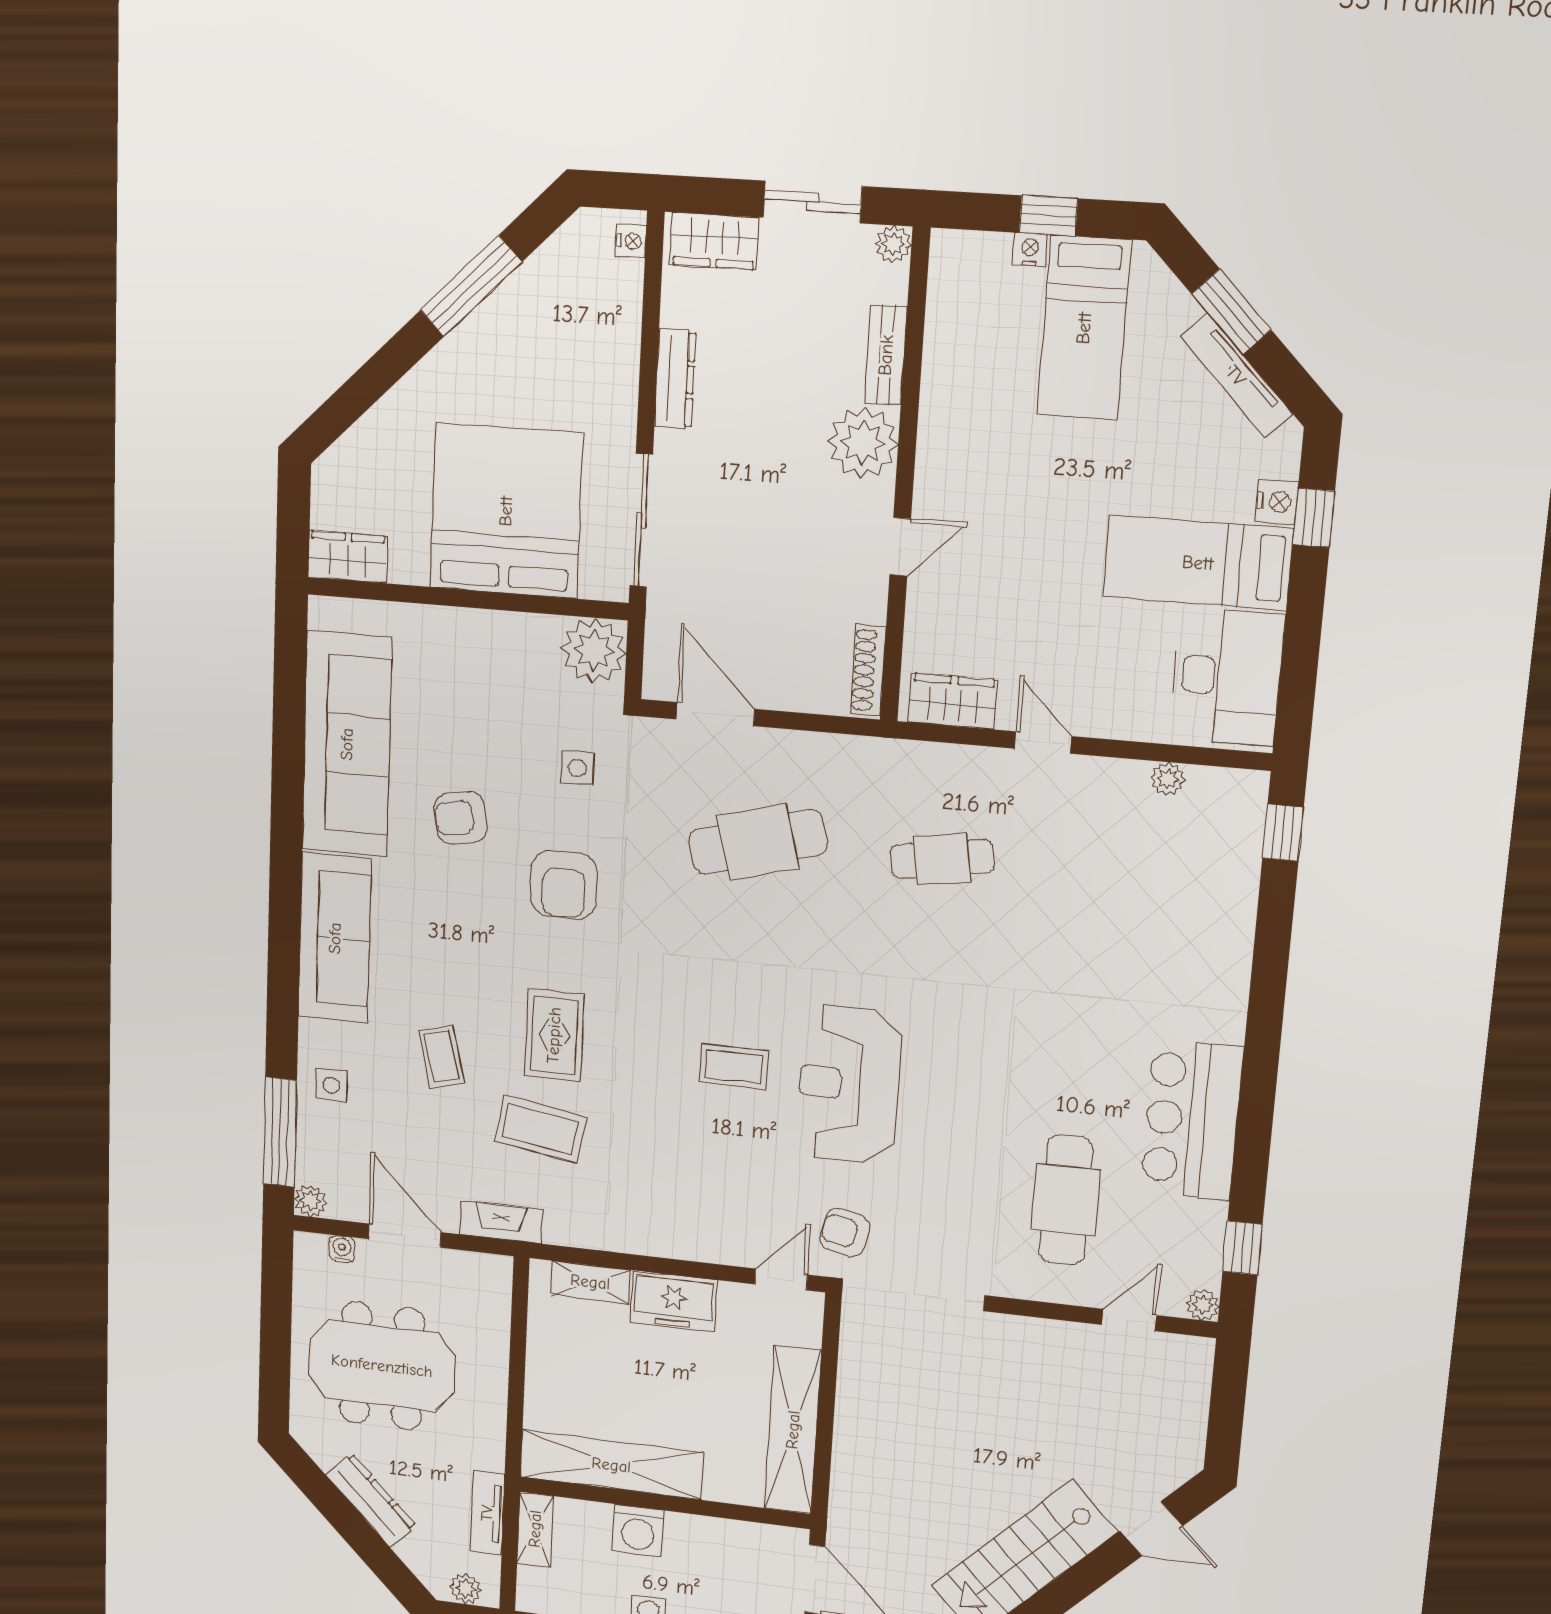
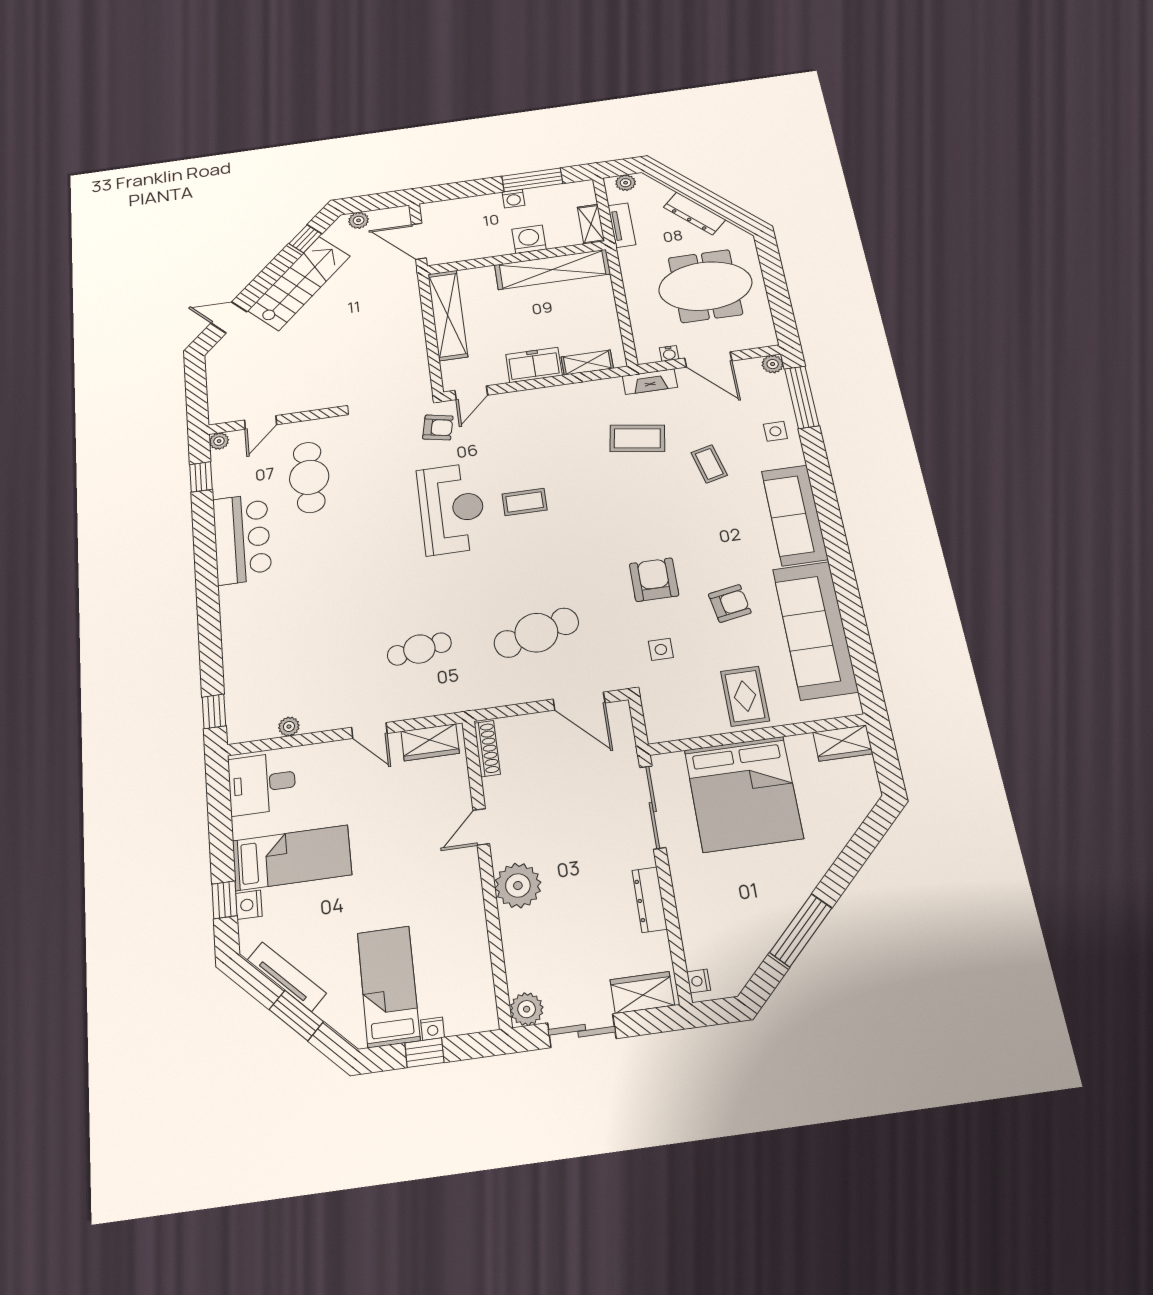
plant: (893, 244) -> (527, 1009), width x1.38, depth x1.38
bench: (886, 355) -> (514, 943), removed
plant: (594, 651) -> (666, 721), removed
desk: (1227, 676) -> (262, 783), width x0.73
rug: (554, 1035) -> (745, 696), moved
water cooler: (342, 1249) -> (669, 353), moved

